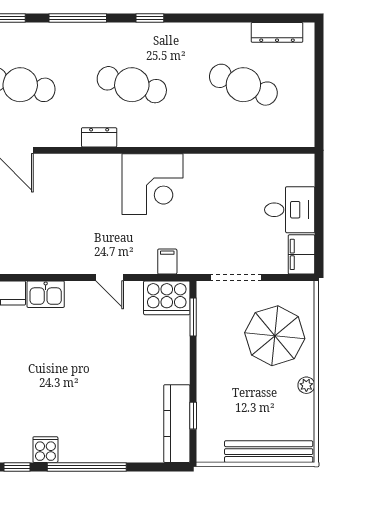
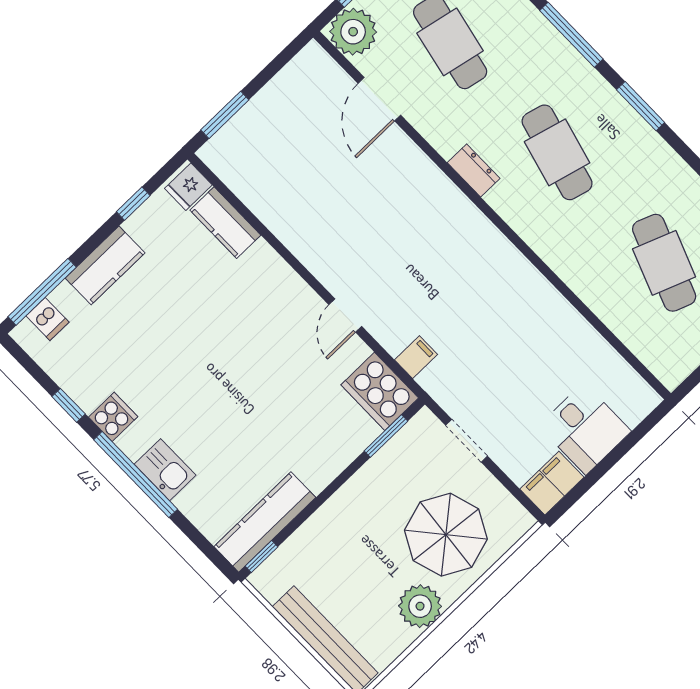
window: (150, 18) -> (641, 106), width x1.50
corner desk: (153, 184) -> (479, 268), removed
doorway: (236, 277) -> (467, 441), width x0.73
kitchen sink: (46, 294) -> (165, 470), moved, turned 180
plant: (306, 385) -> (420, 606), width x1.87, depth x1.87
window: (193, 416) -> (261, 557), moved

